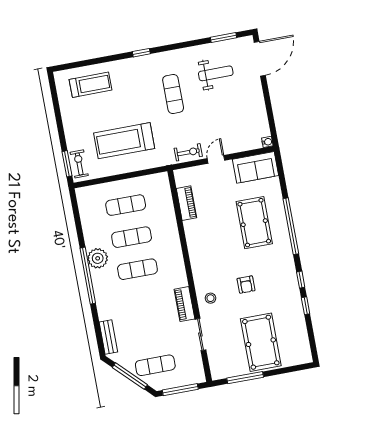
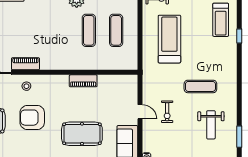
window: (141, 53) -> (239, 36), moved
exercise bike: (188, 152) -> (167, 112), moved
piano: (186, 203) -> (83, 81), moved
exercise mat: (137, 269) -> (61, 30), removed
armchair: (246, 285) -> (32, 118), width x1.88, depth x1.88

